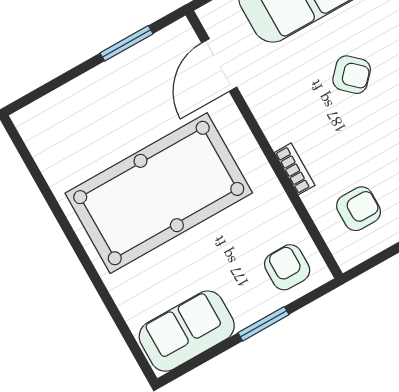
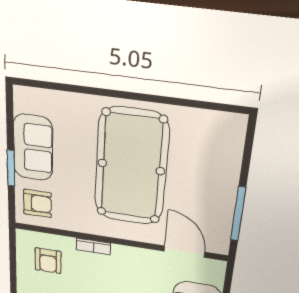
window: (127, 43) -> (238, 214), width x1.44
sofa: (187, 331) -> (33, 148), moved

